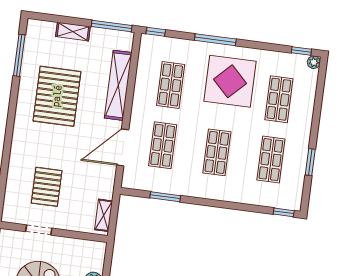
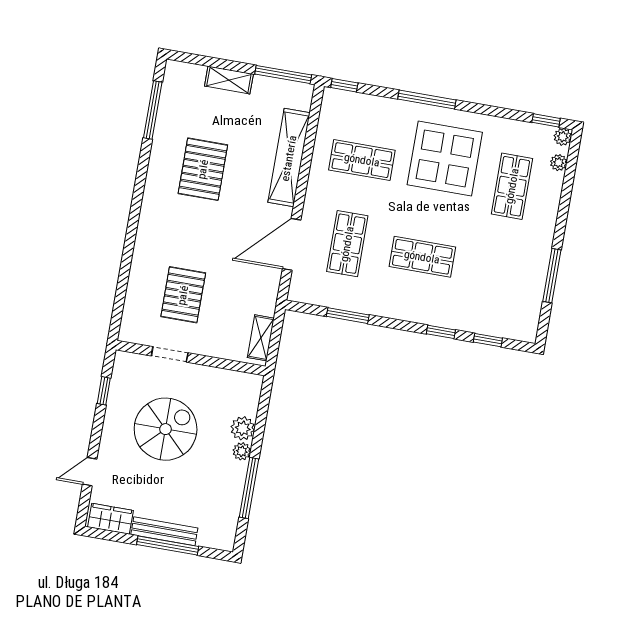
plant: (312, 81) -> (559, 163), added
shop shelf: (171, 85) -> (362, 160), turned 90
pallet: (57, 96) -> (203, 169), width x0.73, depth x0.71
shop shelf: (217, 152) -> (422, 257), turned 90
shop shelf: (271, 160) -> (497, 270), removed
window: (310, 162) -> (552, 276), width x1.44
window: (232, 206) -> (441, 332), added
window: (284, 212) -> (488, 340), moved

